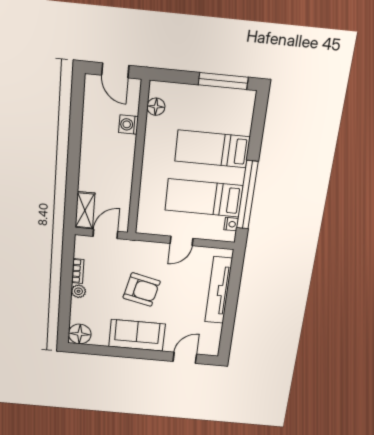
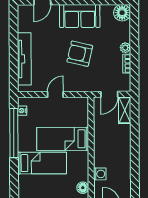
bed: (204, 198) -> (63, 139), moved, turned 180

